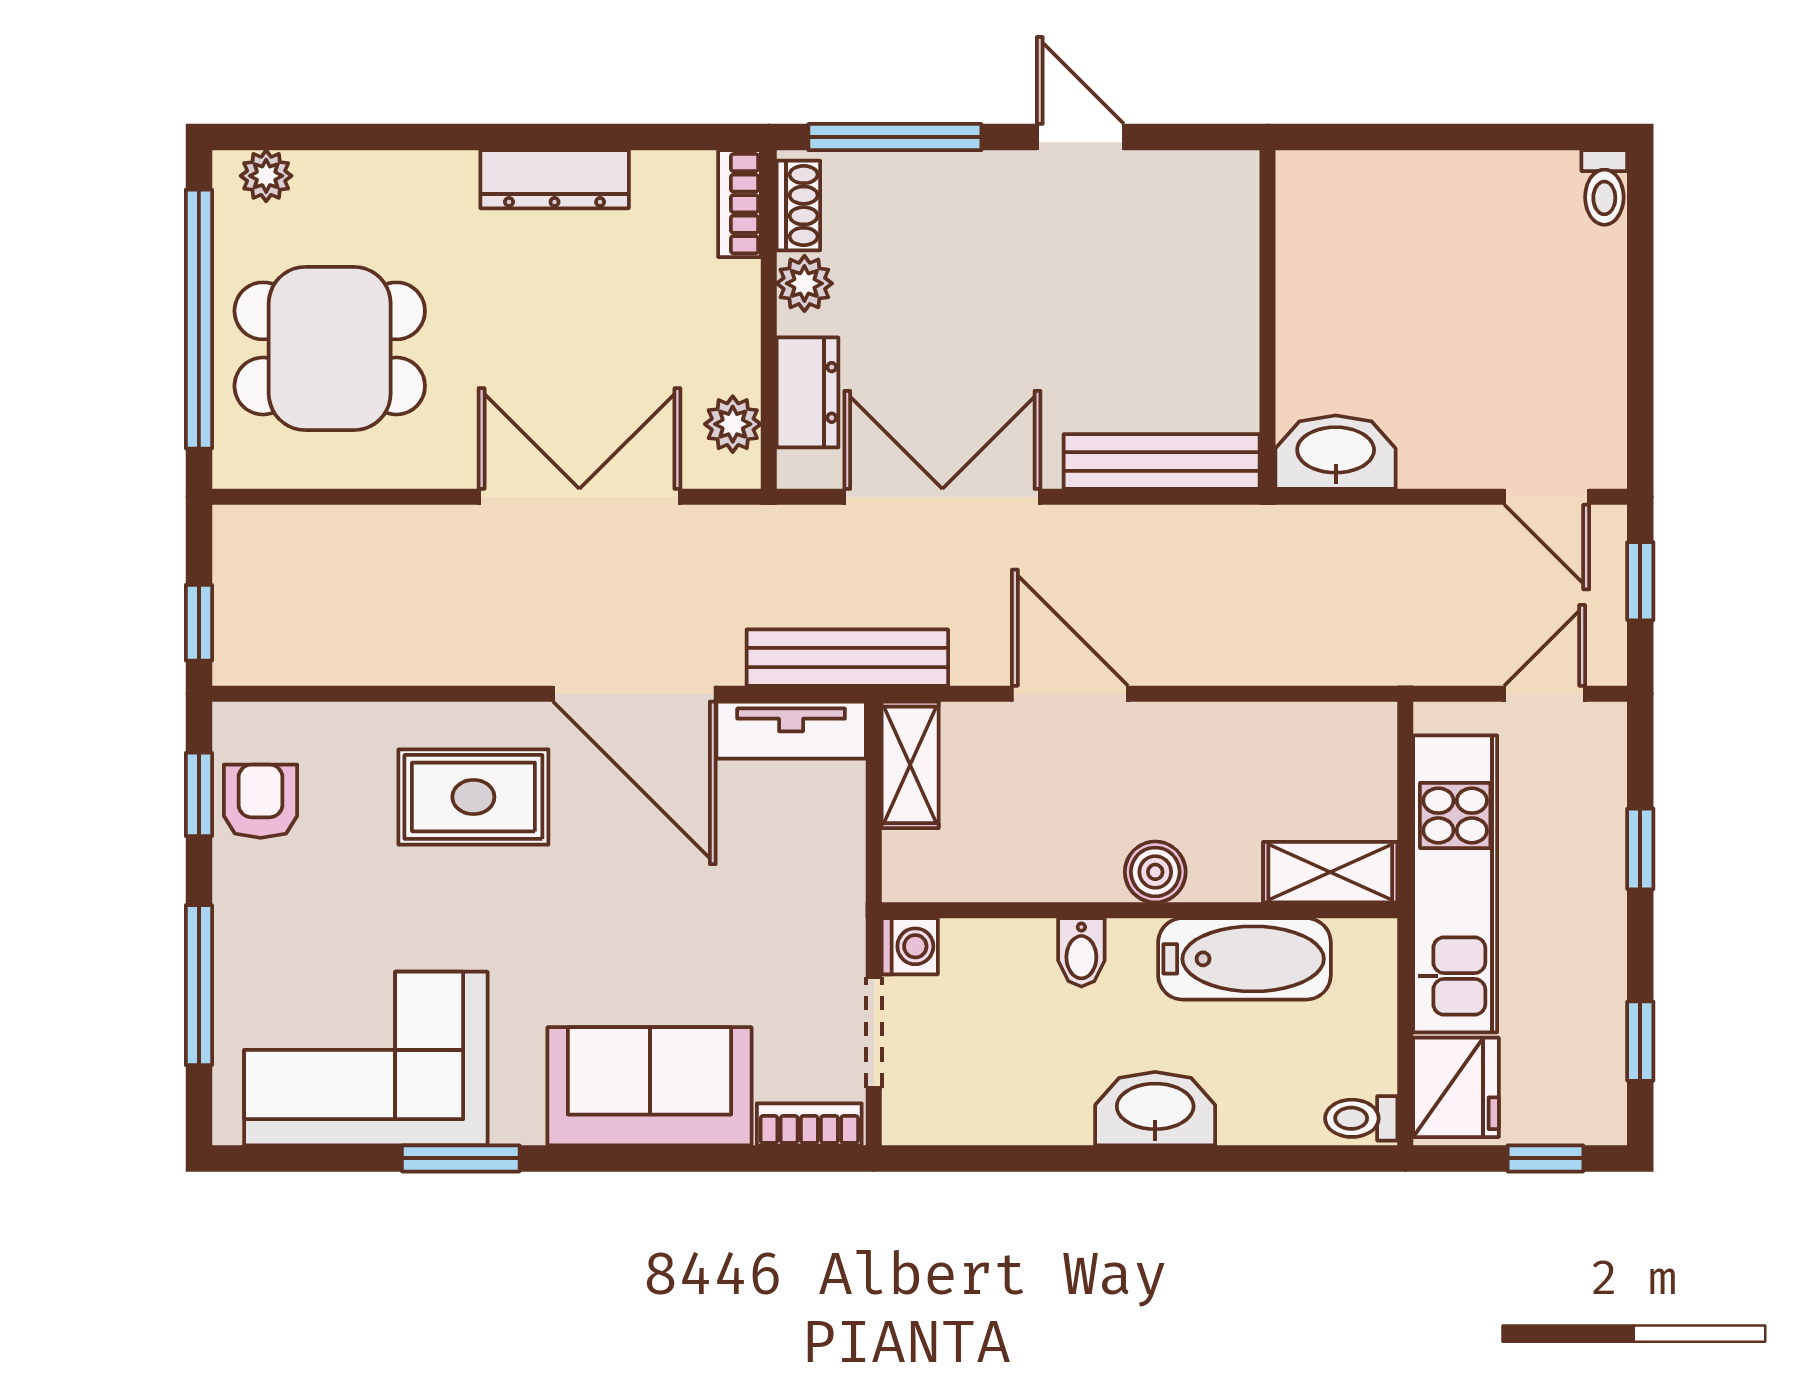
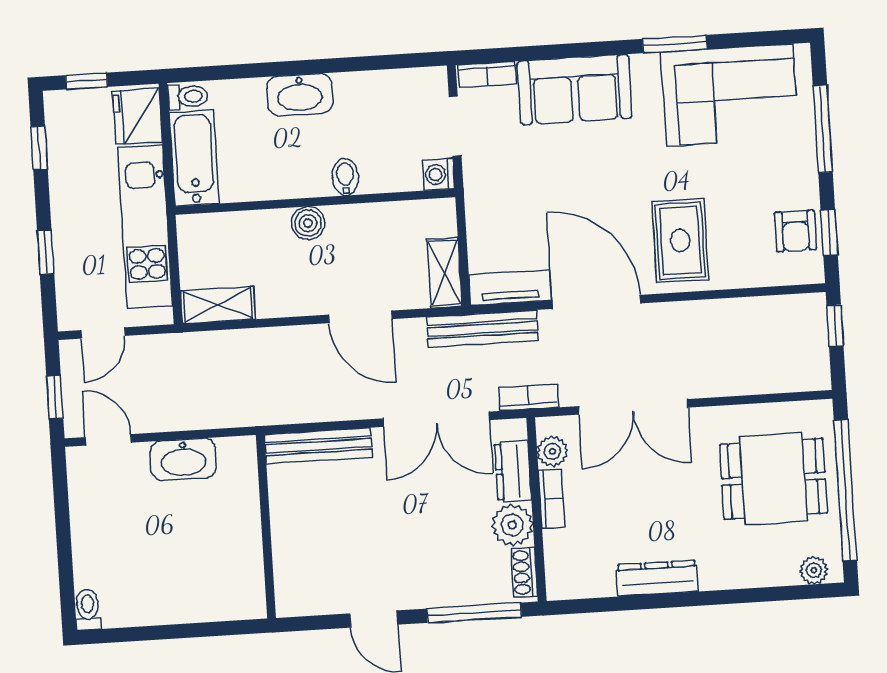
bookcase: (739, 204) -> (552, 499), moved
plant: (804, 283) -> (512, 525), width x1.38, depth x1.38
washbasin: (1336, 452) -> (183, 459), moved
bookcase: (770, 526) -> (529, 397), added
rug: (473, 797) -> (680, 240), turned 90
shelving: (1330, 872) -> (218, 305), moved
bathtub: (1244, 959) -> (194, 158), moved, turned 90

